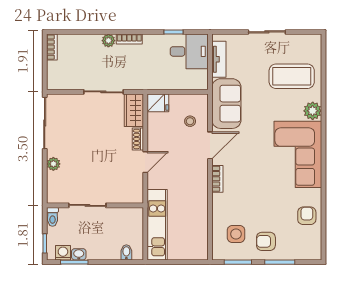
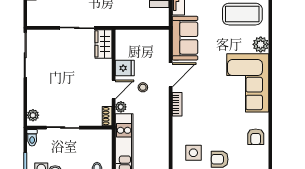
fridge: (158, 103) -> (125, 68), moved
stool: (190, 121) -> (143, 87), moved
shoe rack: (138, 139) -> (107, 116), moved
plant: (53, 164) -> (33, 115), moved
plant: (153, 182) -> (121, 107), added
armchair: (307, 216) -> (256, 137), turned 180

